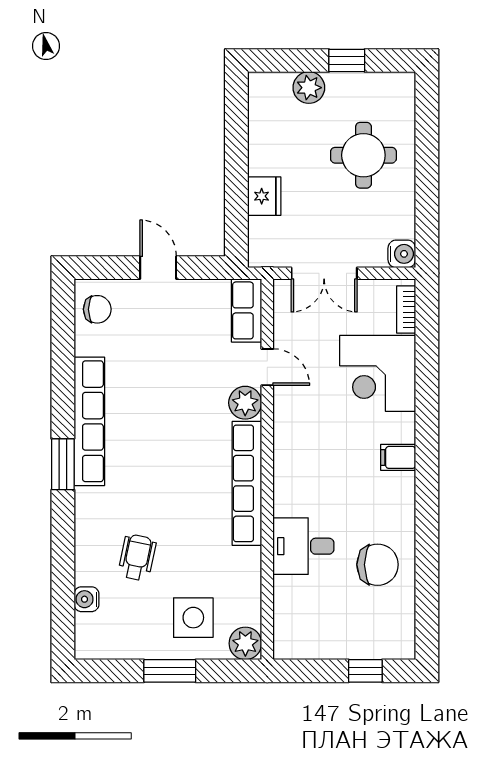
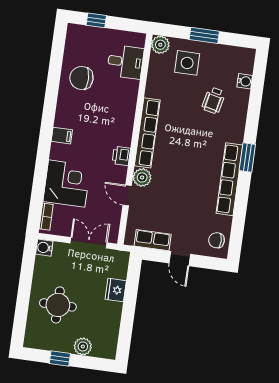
row of seats: (247, 310) -> (153, 240), moved, turned -90
printer: (287, 436) -> (121, 156), added
desk: (303, 546) -> (125, 62), moved

